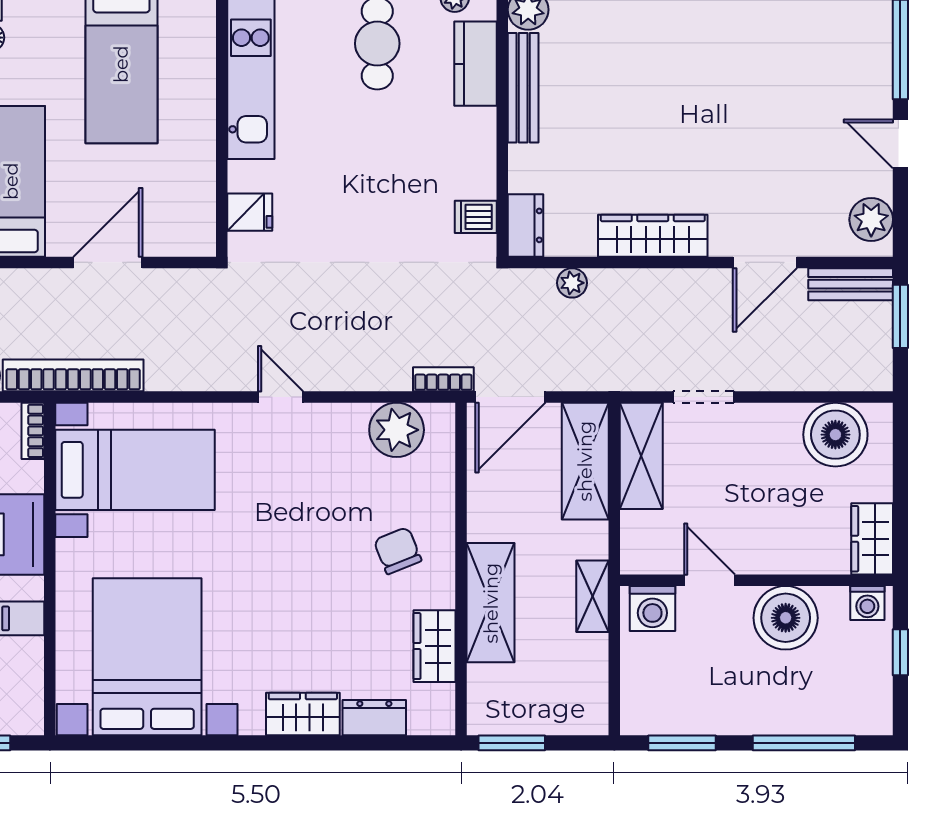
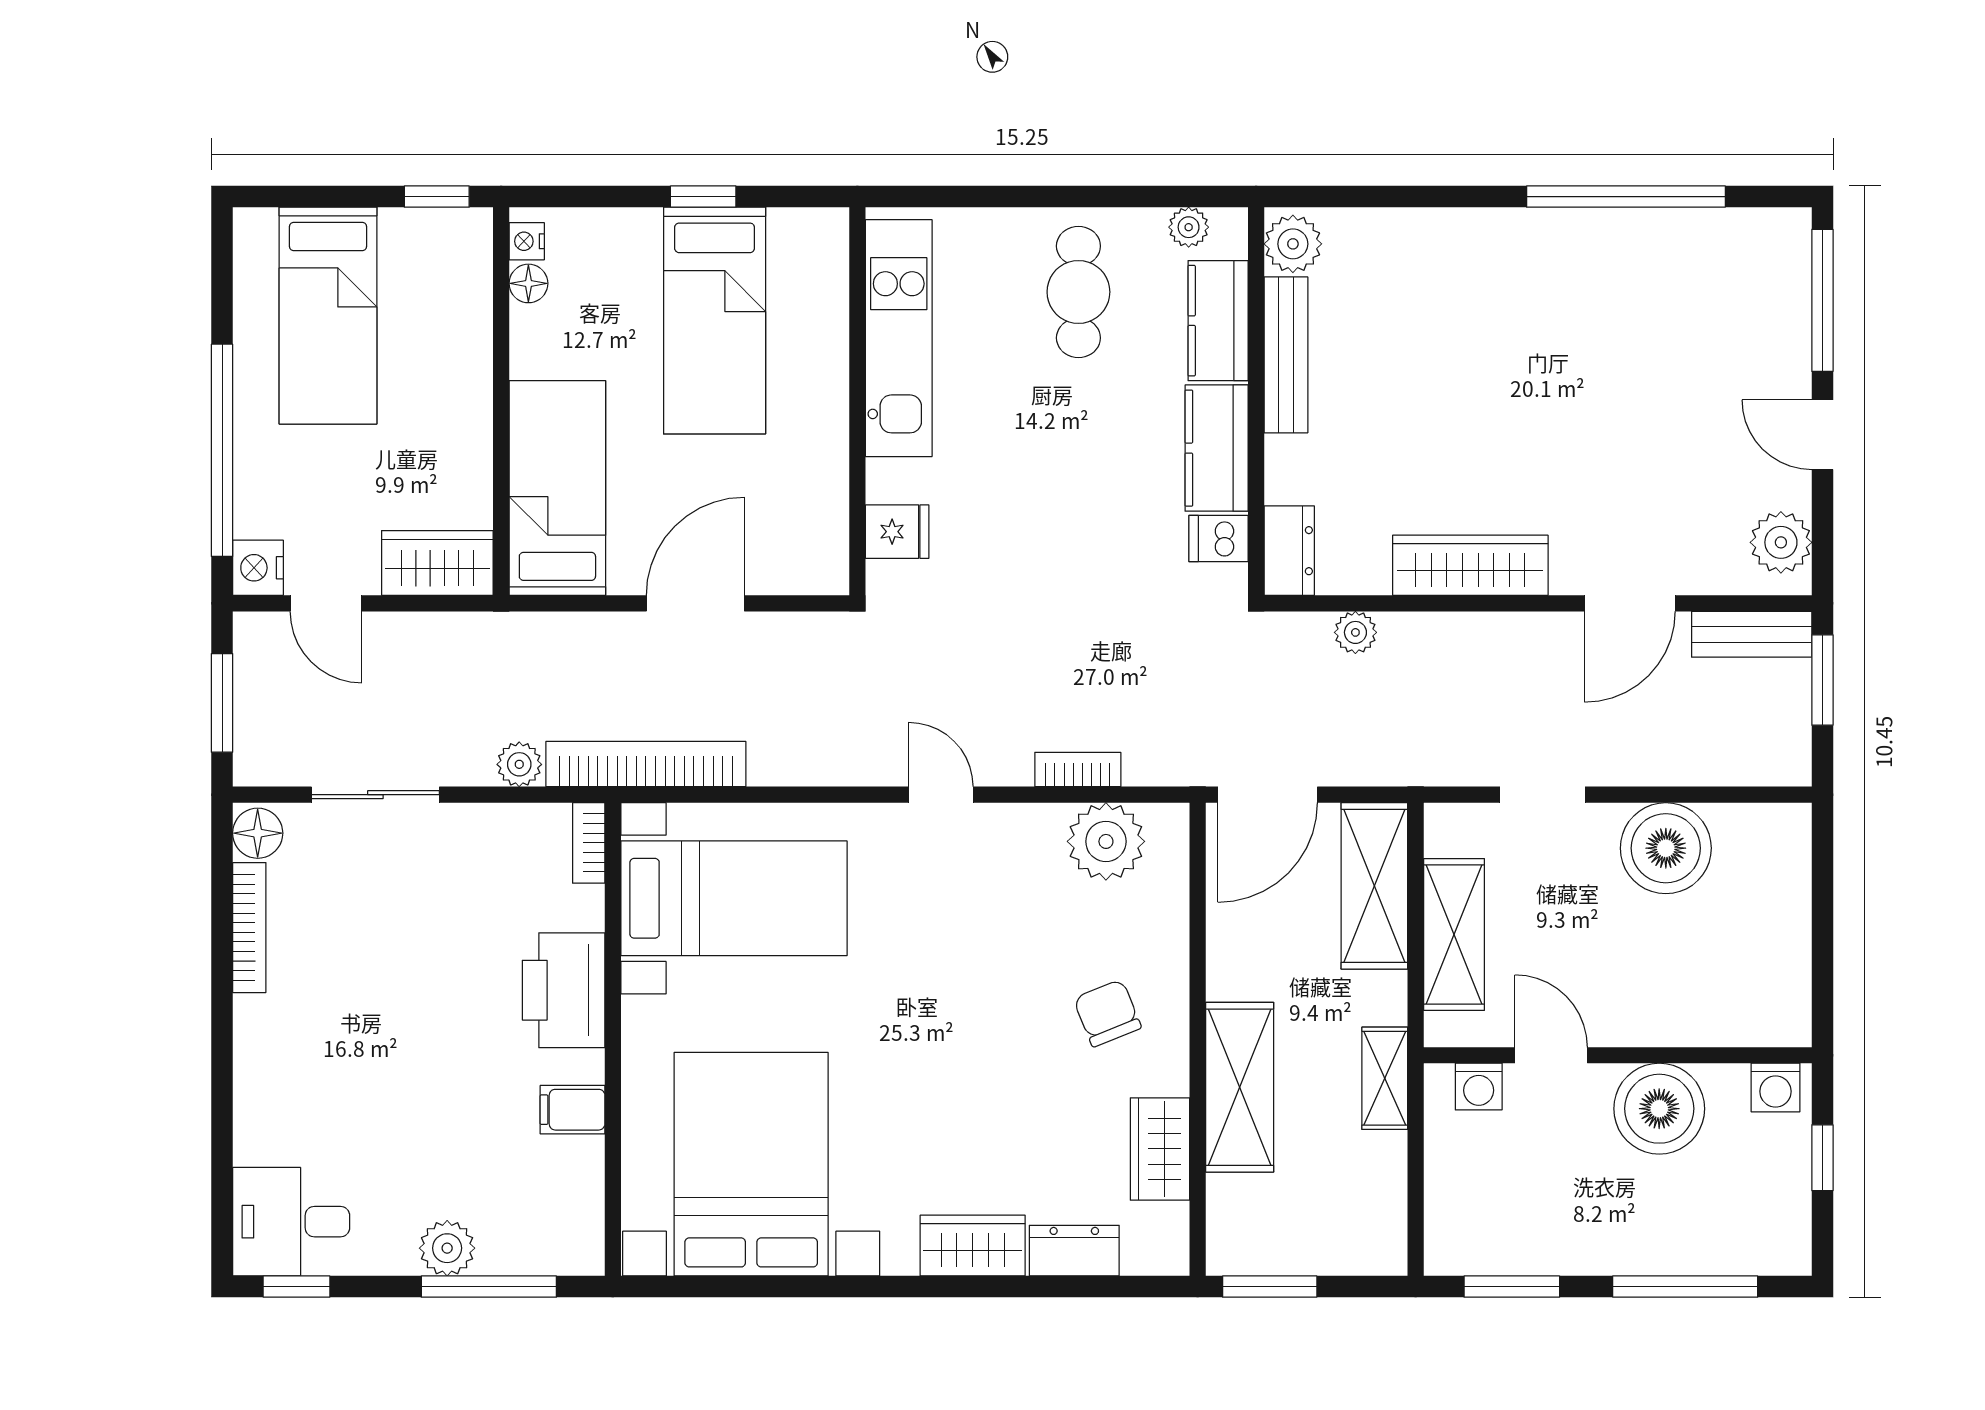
kitchen counter: (474, 153) -> (1217, 448), added
bookcase: (443, 379) -> (1078, 770), moved
boiler: (835, 435) -> (1666, 848), moved
shelving: (641, 456) -> (1454, 934), moved
wardrobe: (872, 539) -> (1782, 996), removed
washing machine: (652, 608) -> (1479, 1087), width x0.73, depth x0.73

